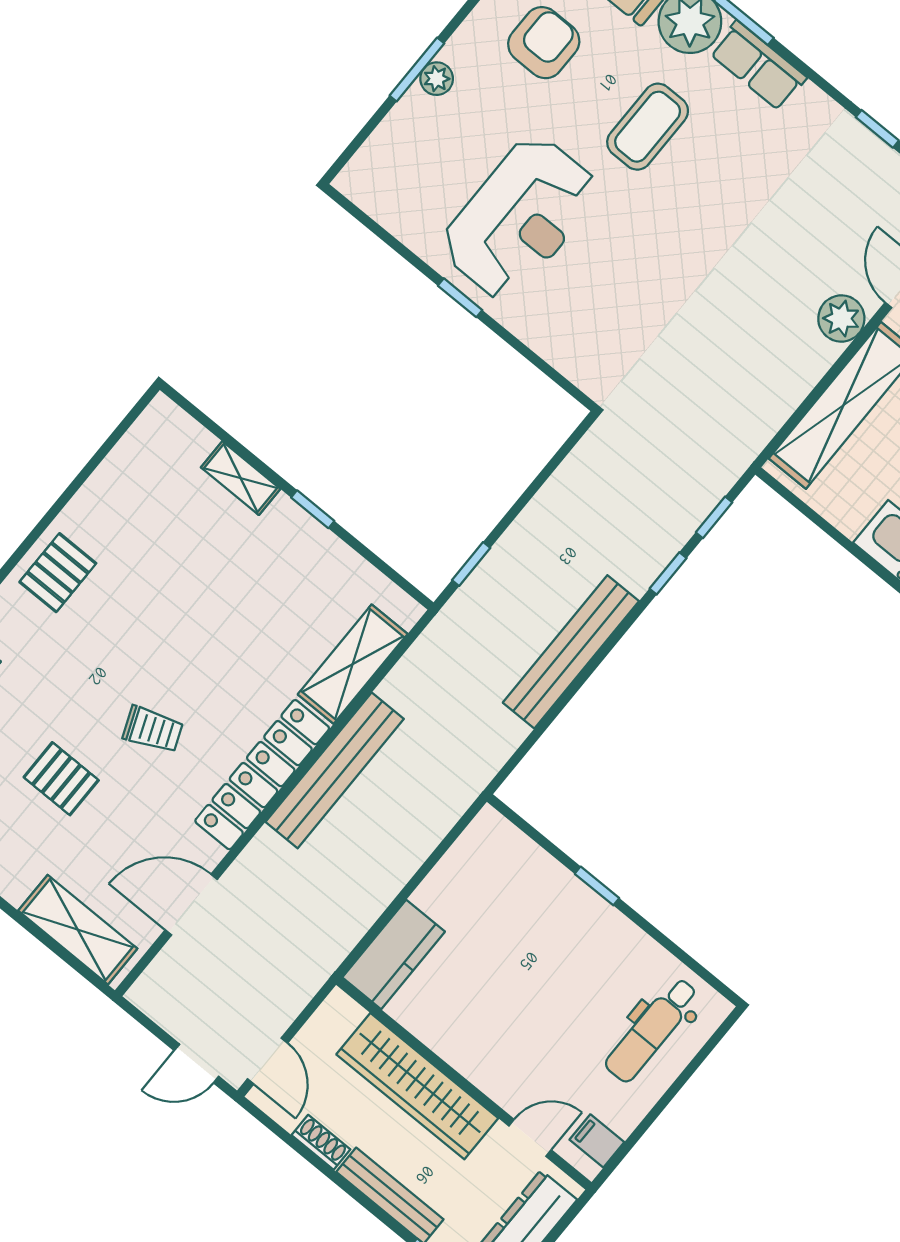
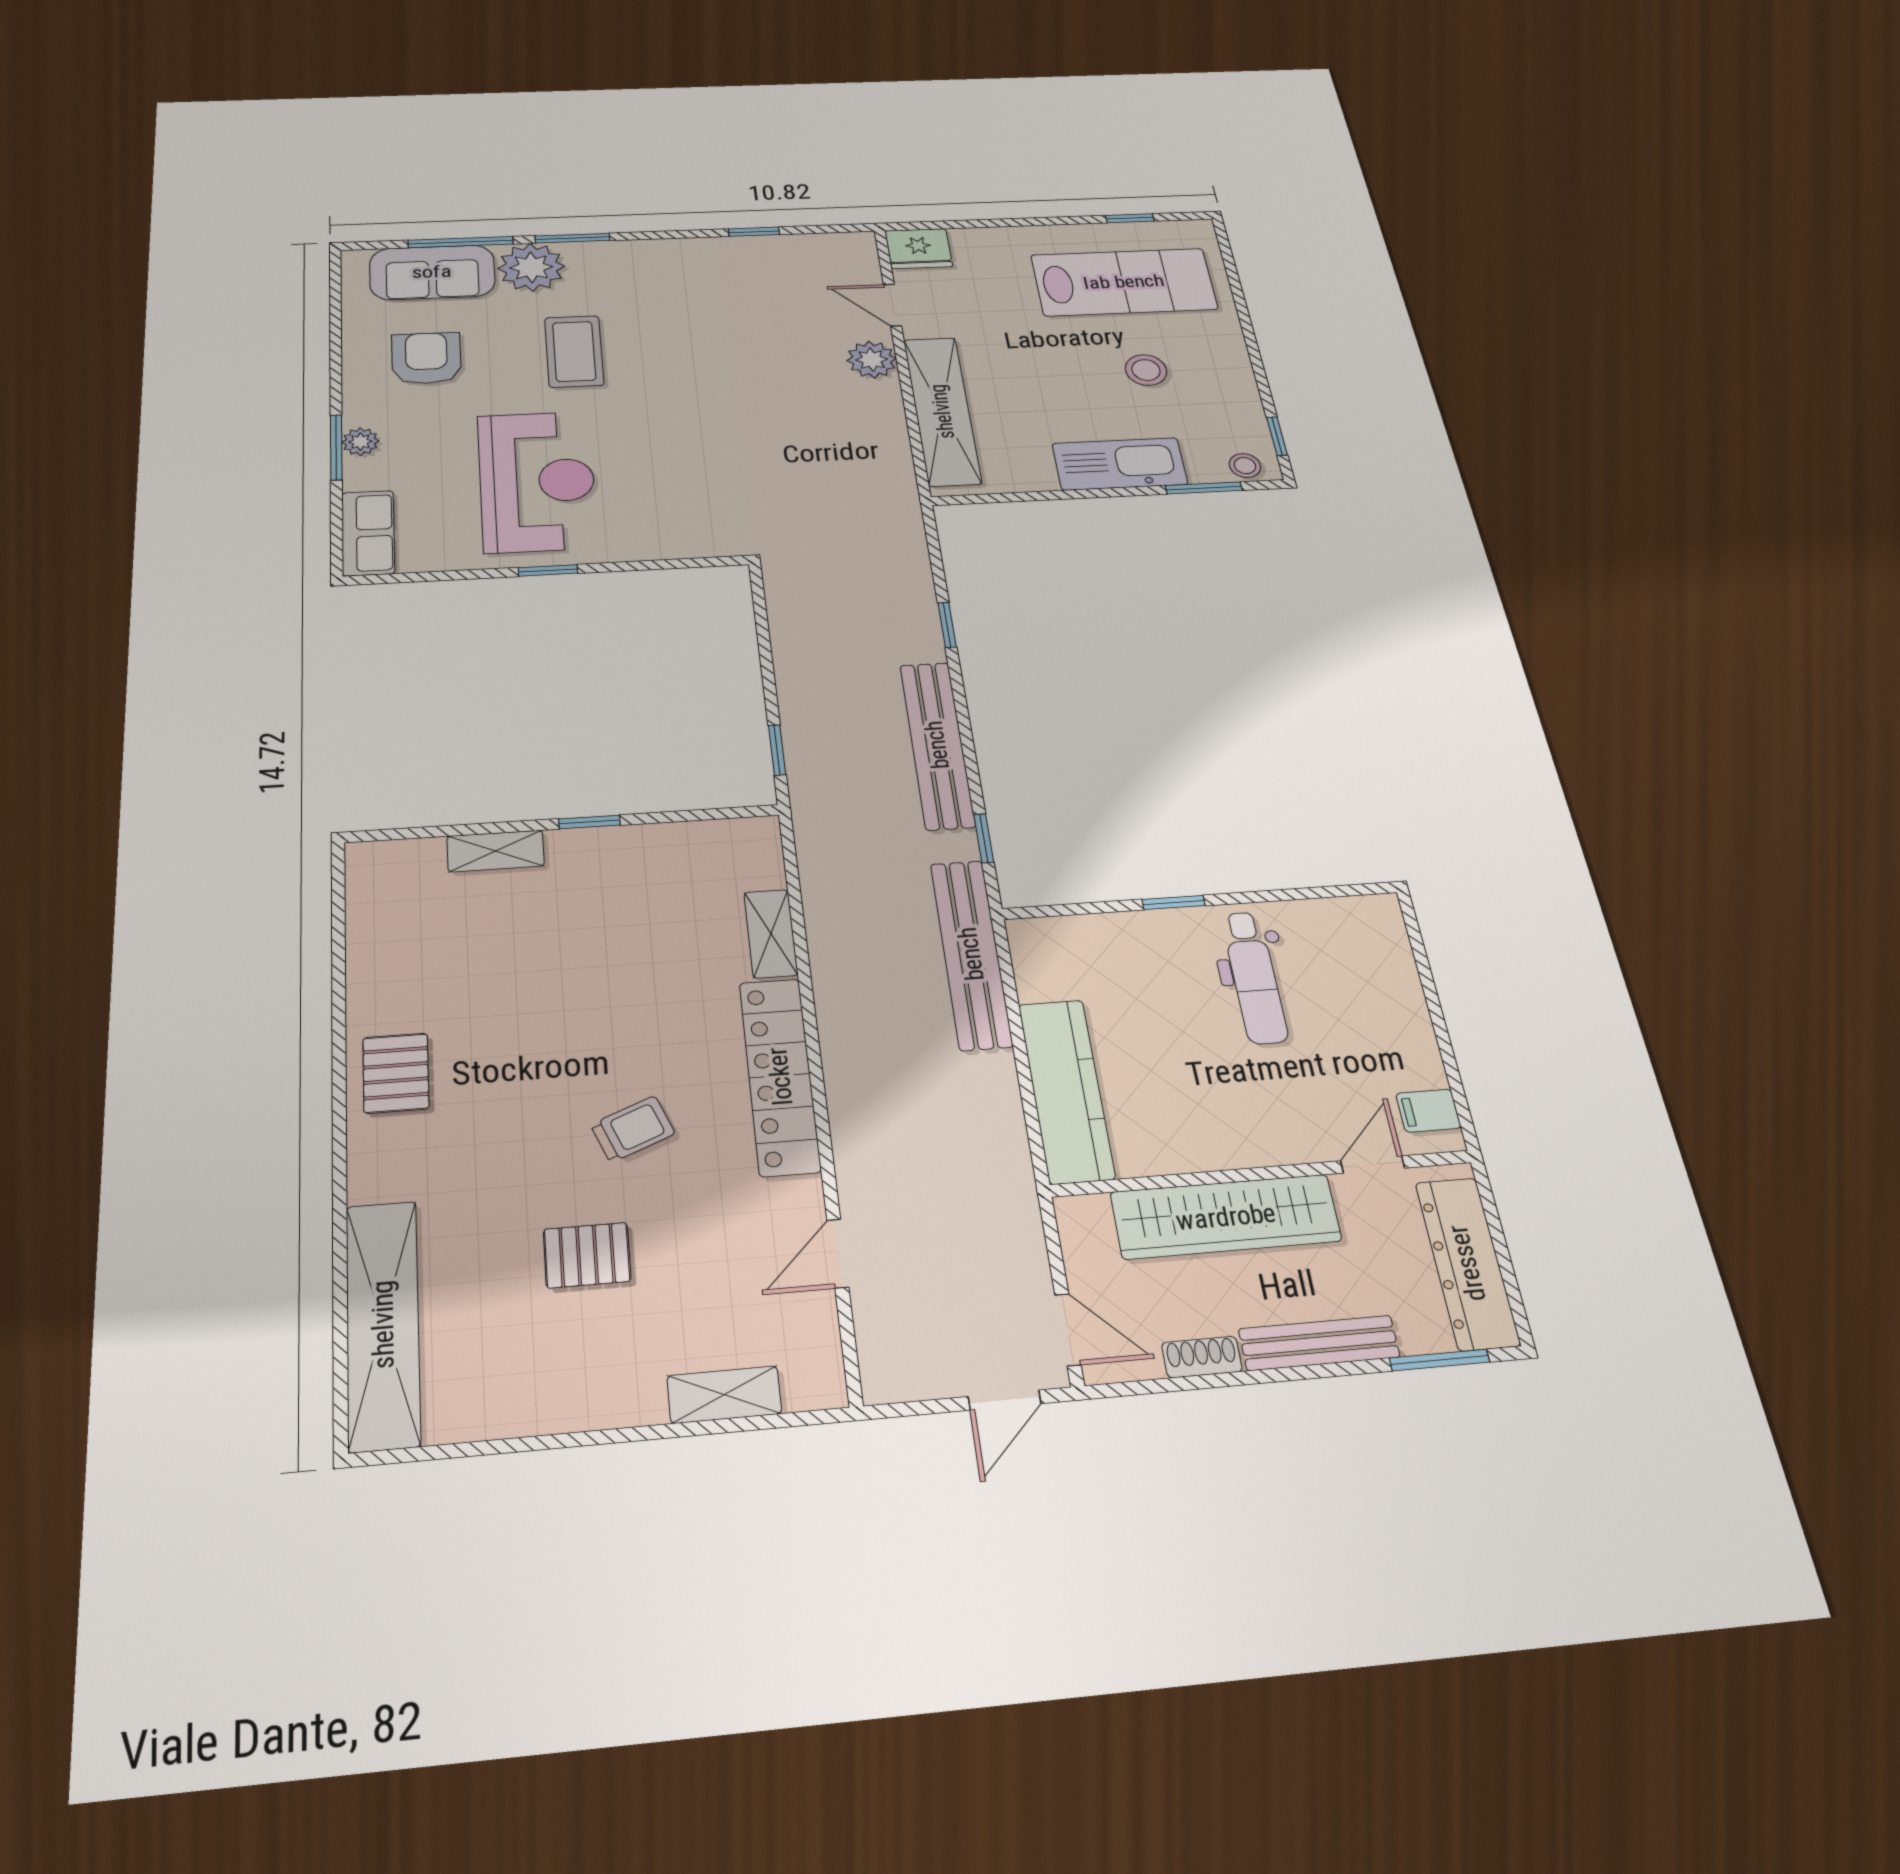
row of seats: (758, 66) -> (368, 533), moved, turned -90
window: (714, 517) -> (984, 838), moved
shelving: (353, 664) -> (771, 934), width x0.67, depth x0.75
bench: (335, 770) -> (971, 954), moved
door: (191, 905) -> (838, 1254), width x0.73
shelving: (78, 930) -> (724, 1395), width x0.67, depth x0.75
kitchen counter: (394, 955) -> (1066, 1090), width x1.50
dental chair: (652, 1030) -> (1254, 977), moved

